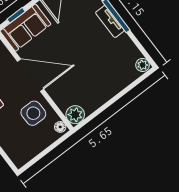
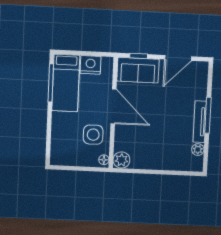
tv unit: (110, 22) -> (200, 122), width x1.41
plant: (143, 65) -> (198, 150), moved

